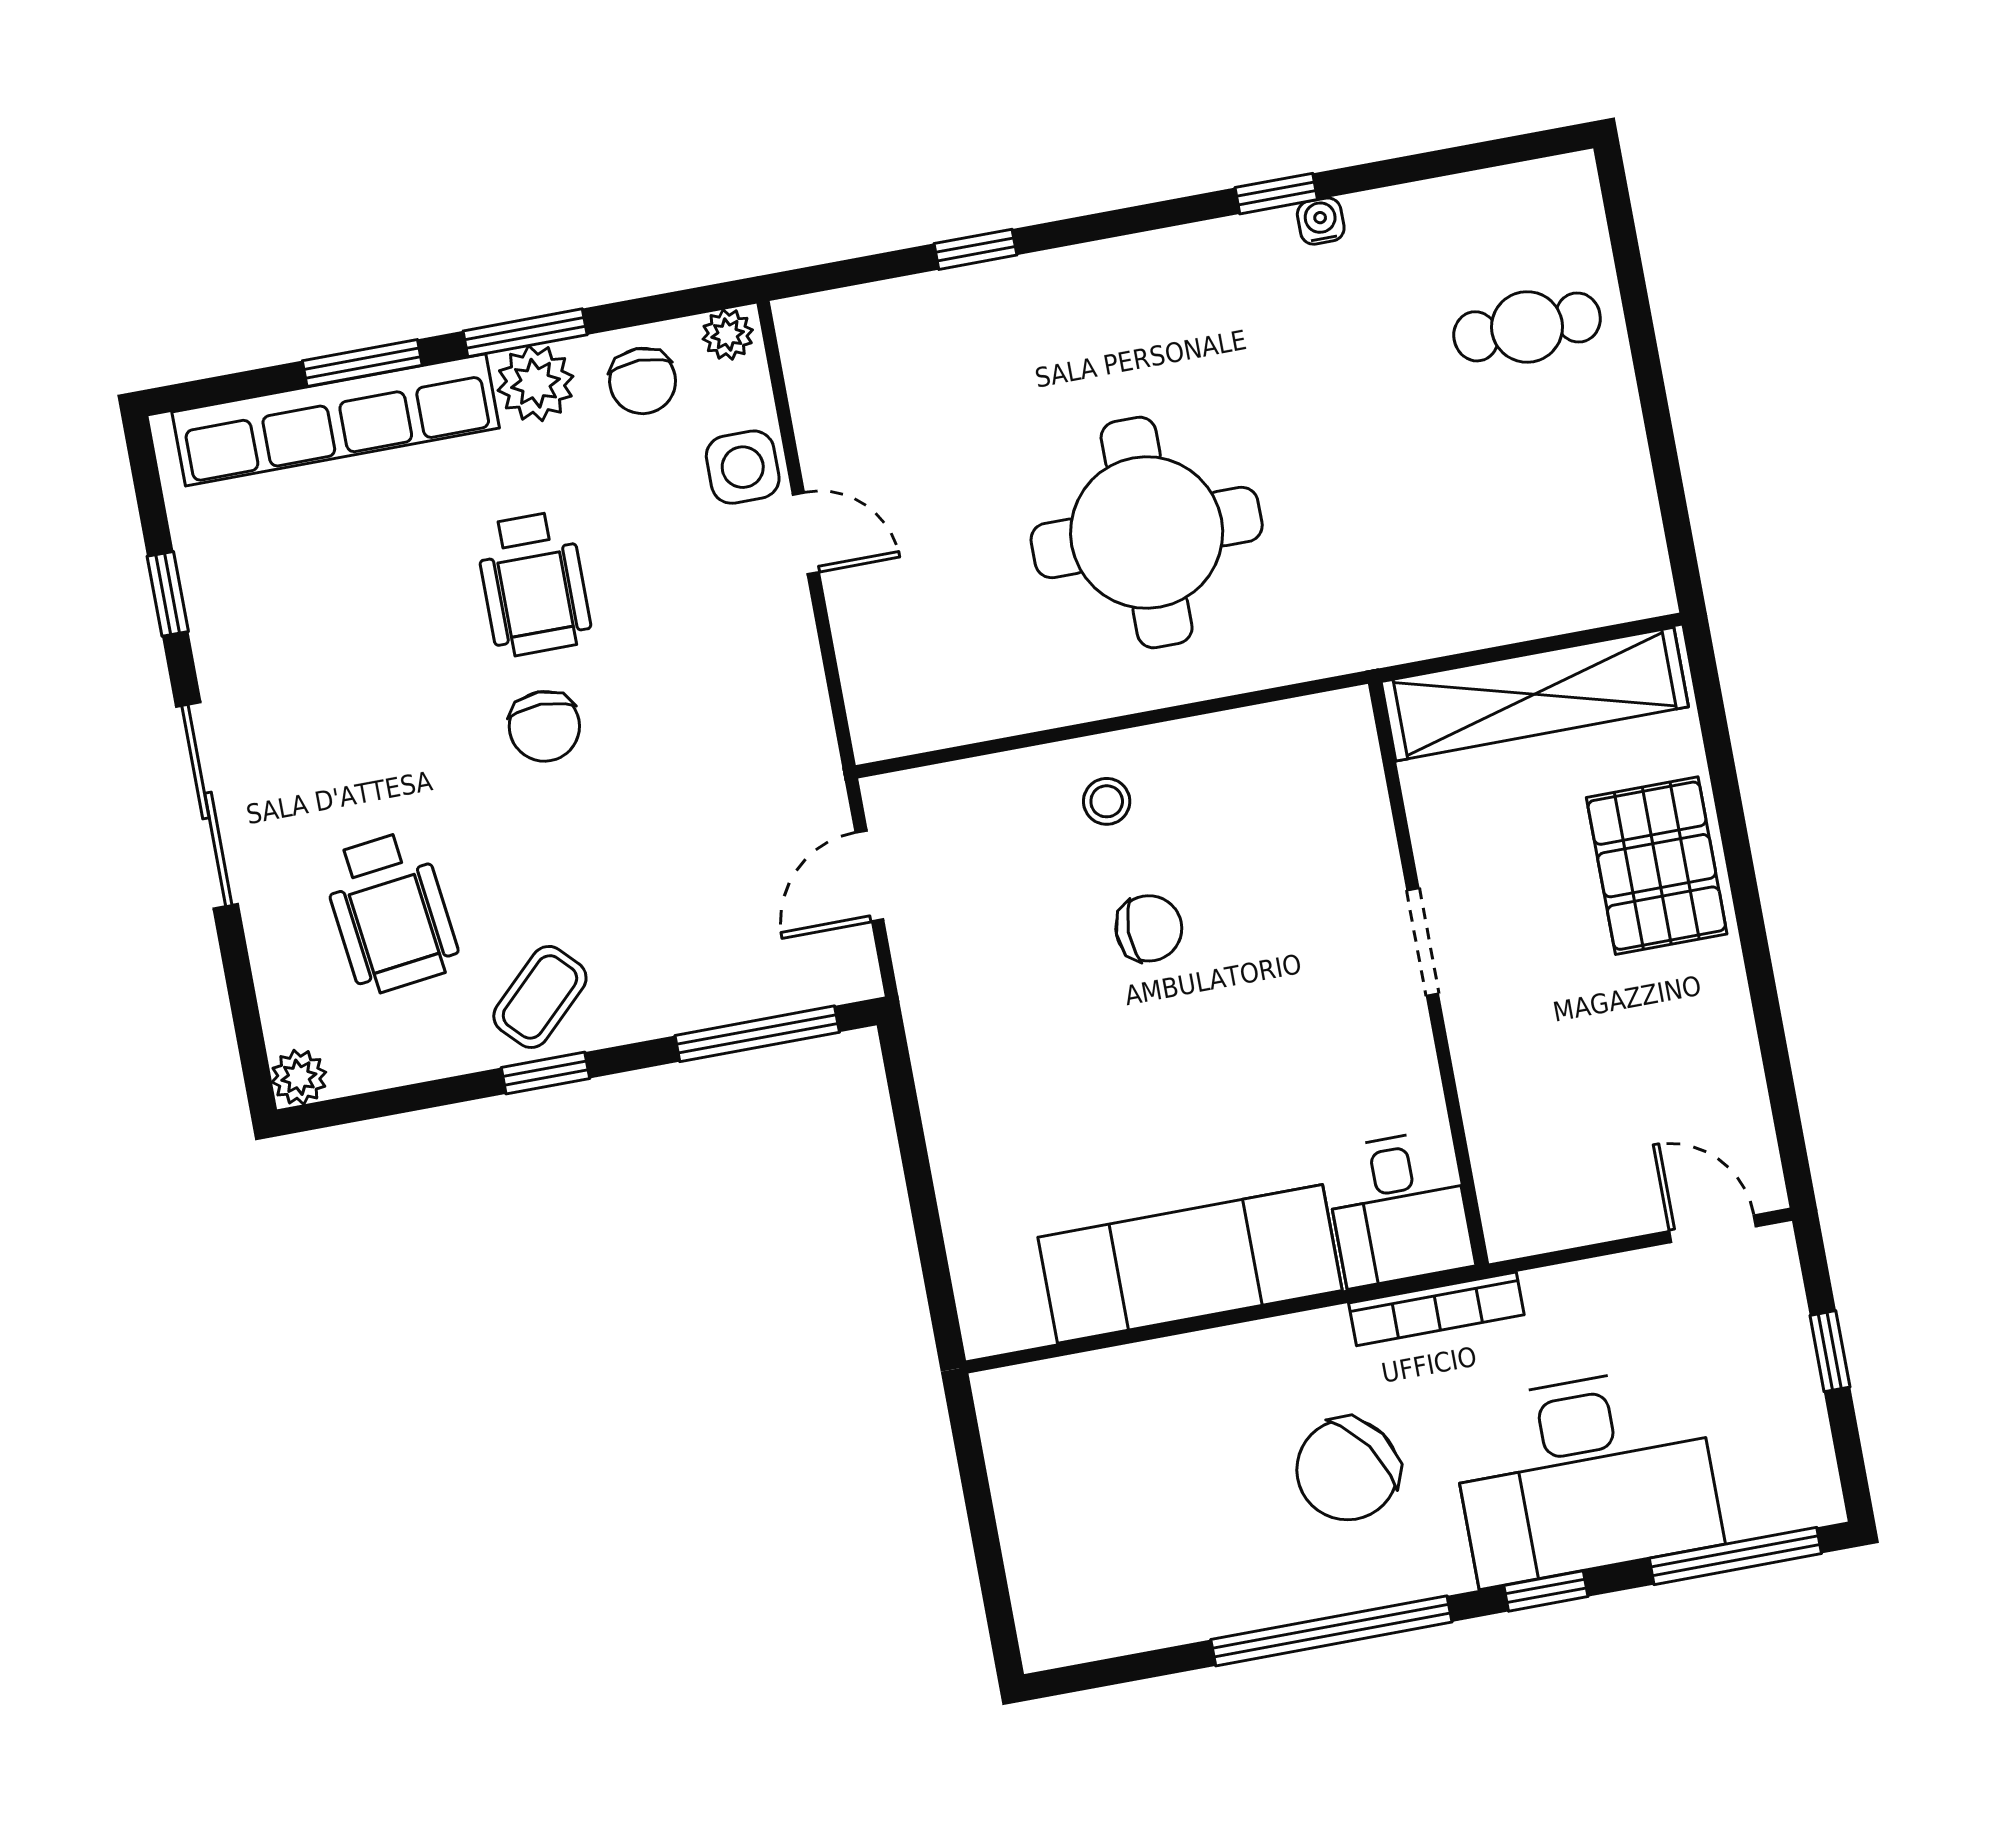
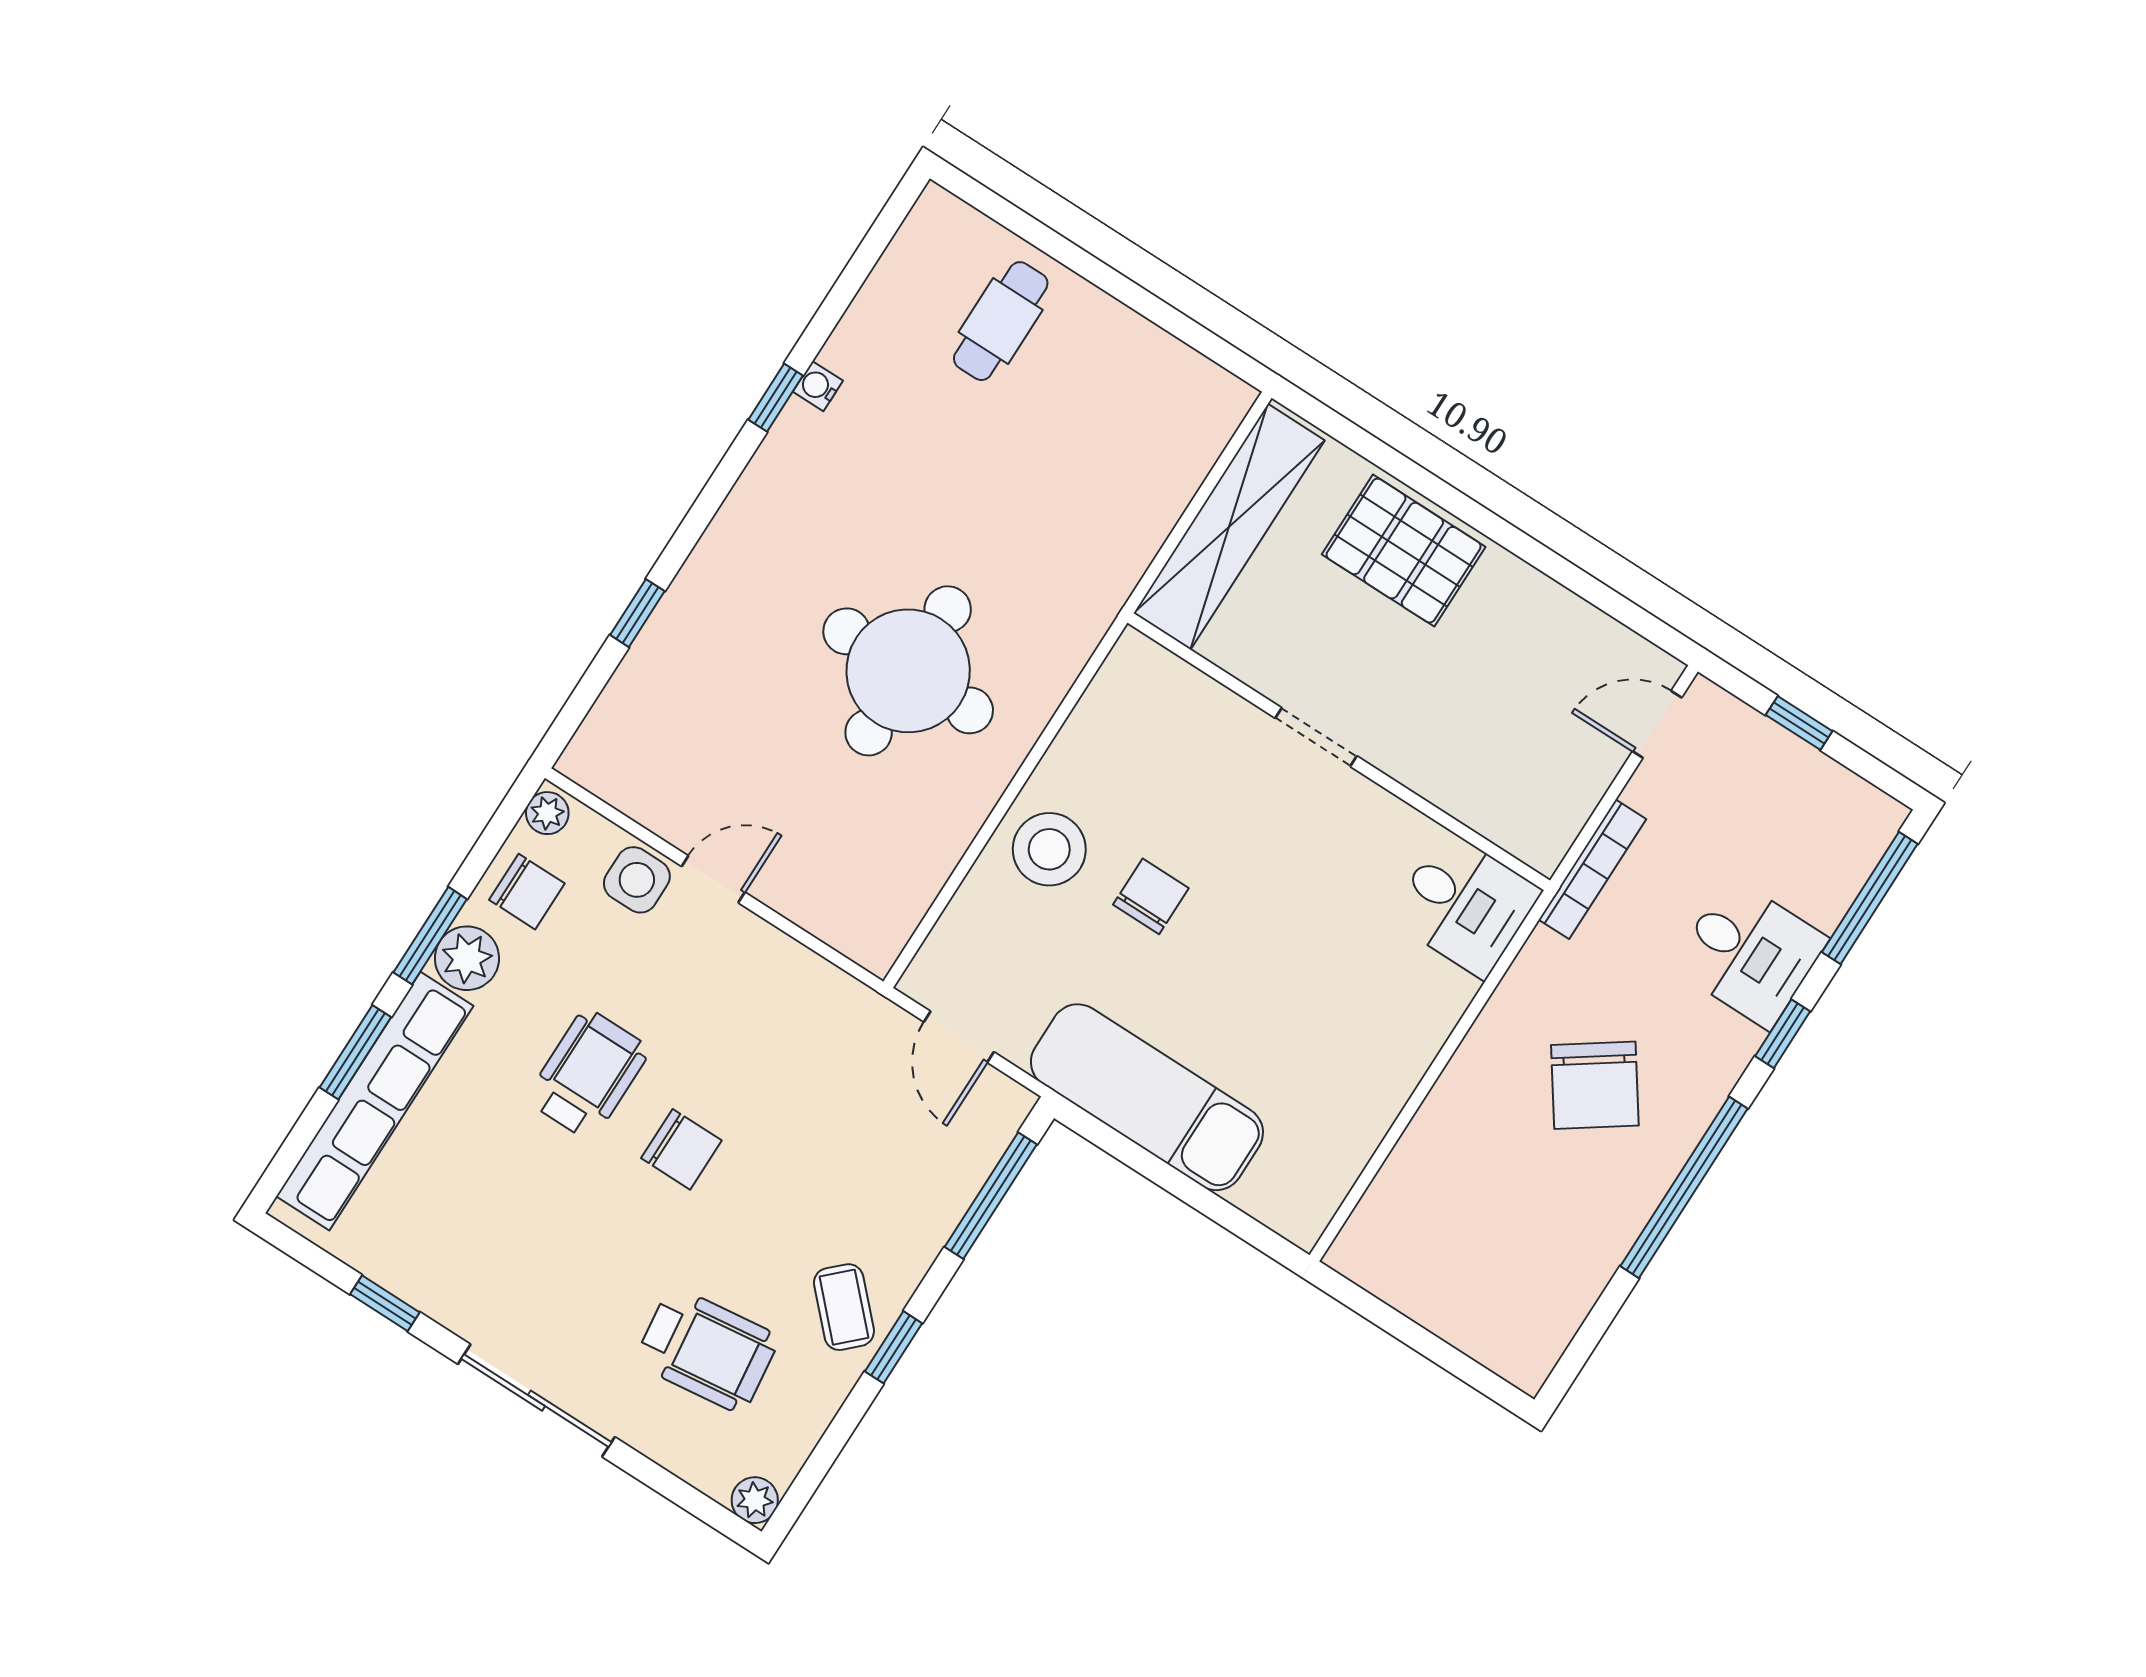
wheelchair: (533, 584) -> (588, 1074), turned -90
stool: (1107, 801) -> (1049, 849), width x1.89, depth x1.89
exam couch: (1190, 1264) -> (1147, 1097), moved, turned 90
bookcase: (1436, 1309) -> (1592, 869), moved
desk: (1585, 1475) -> (1750, 953), width x0.53, depth x0.77

